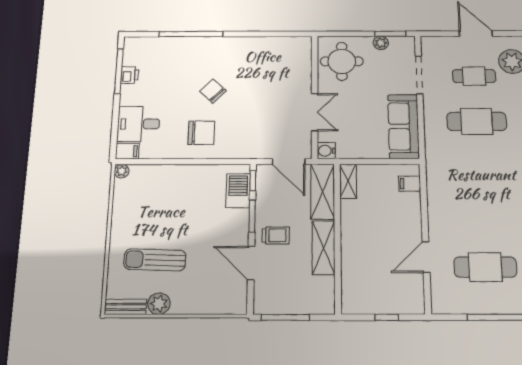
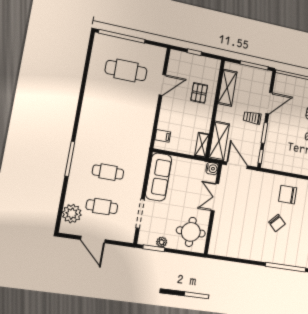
cafe table: (477, 121) -> (108, 172), width x0.73, depth x0.74
barbecue: (238, 191) -> (270, 151), removed
shelving: (323, 248) -> (227, 88), moved
pallet: (367, 256) -> (199, 93), added
door: (251, 263) -> (269, 103), hinge flipped

